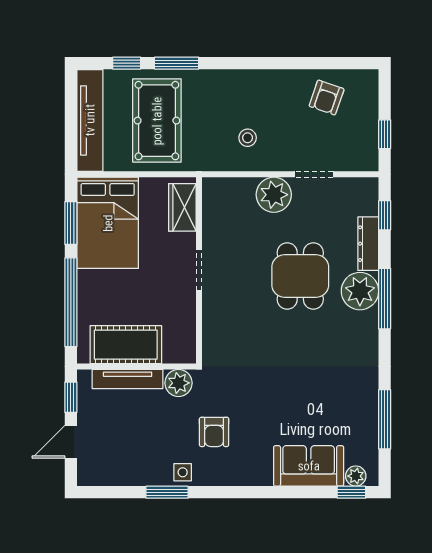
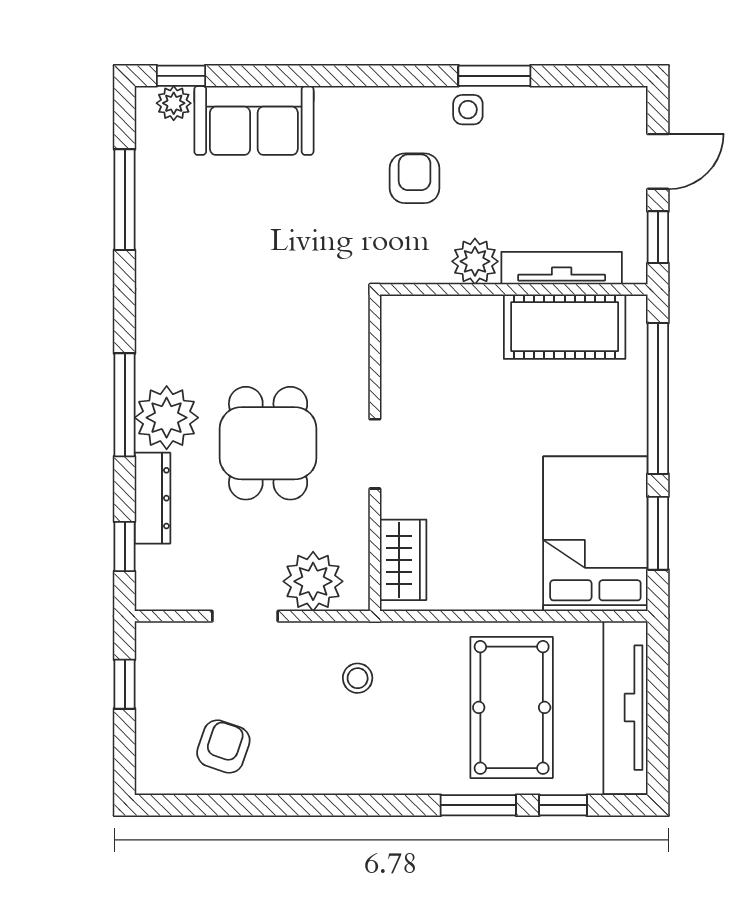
wardrobe: (182, 207) -> (403, 560), moved
doorway: (199, 270) -> (375, 454), moved
wall: (199, 270) -> (375, 453), moved

